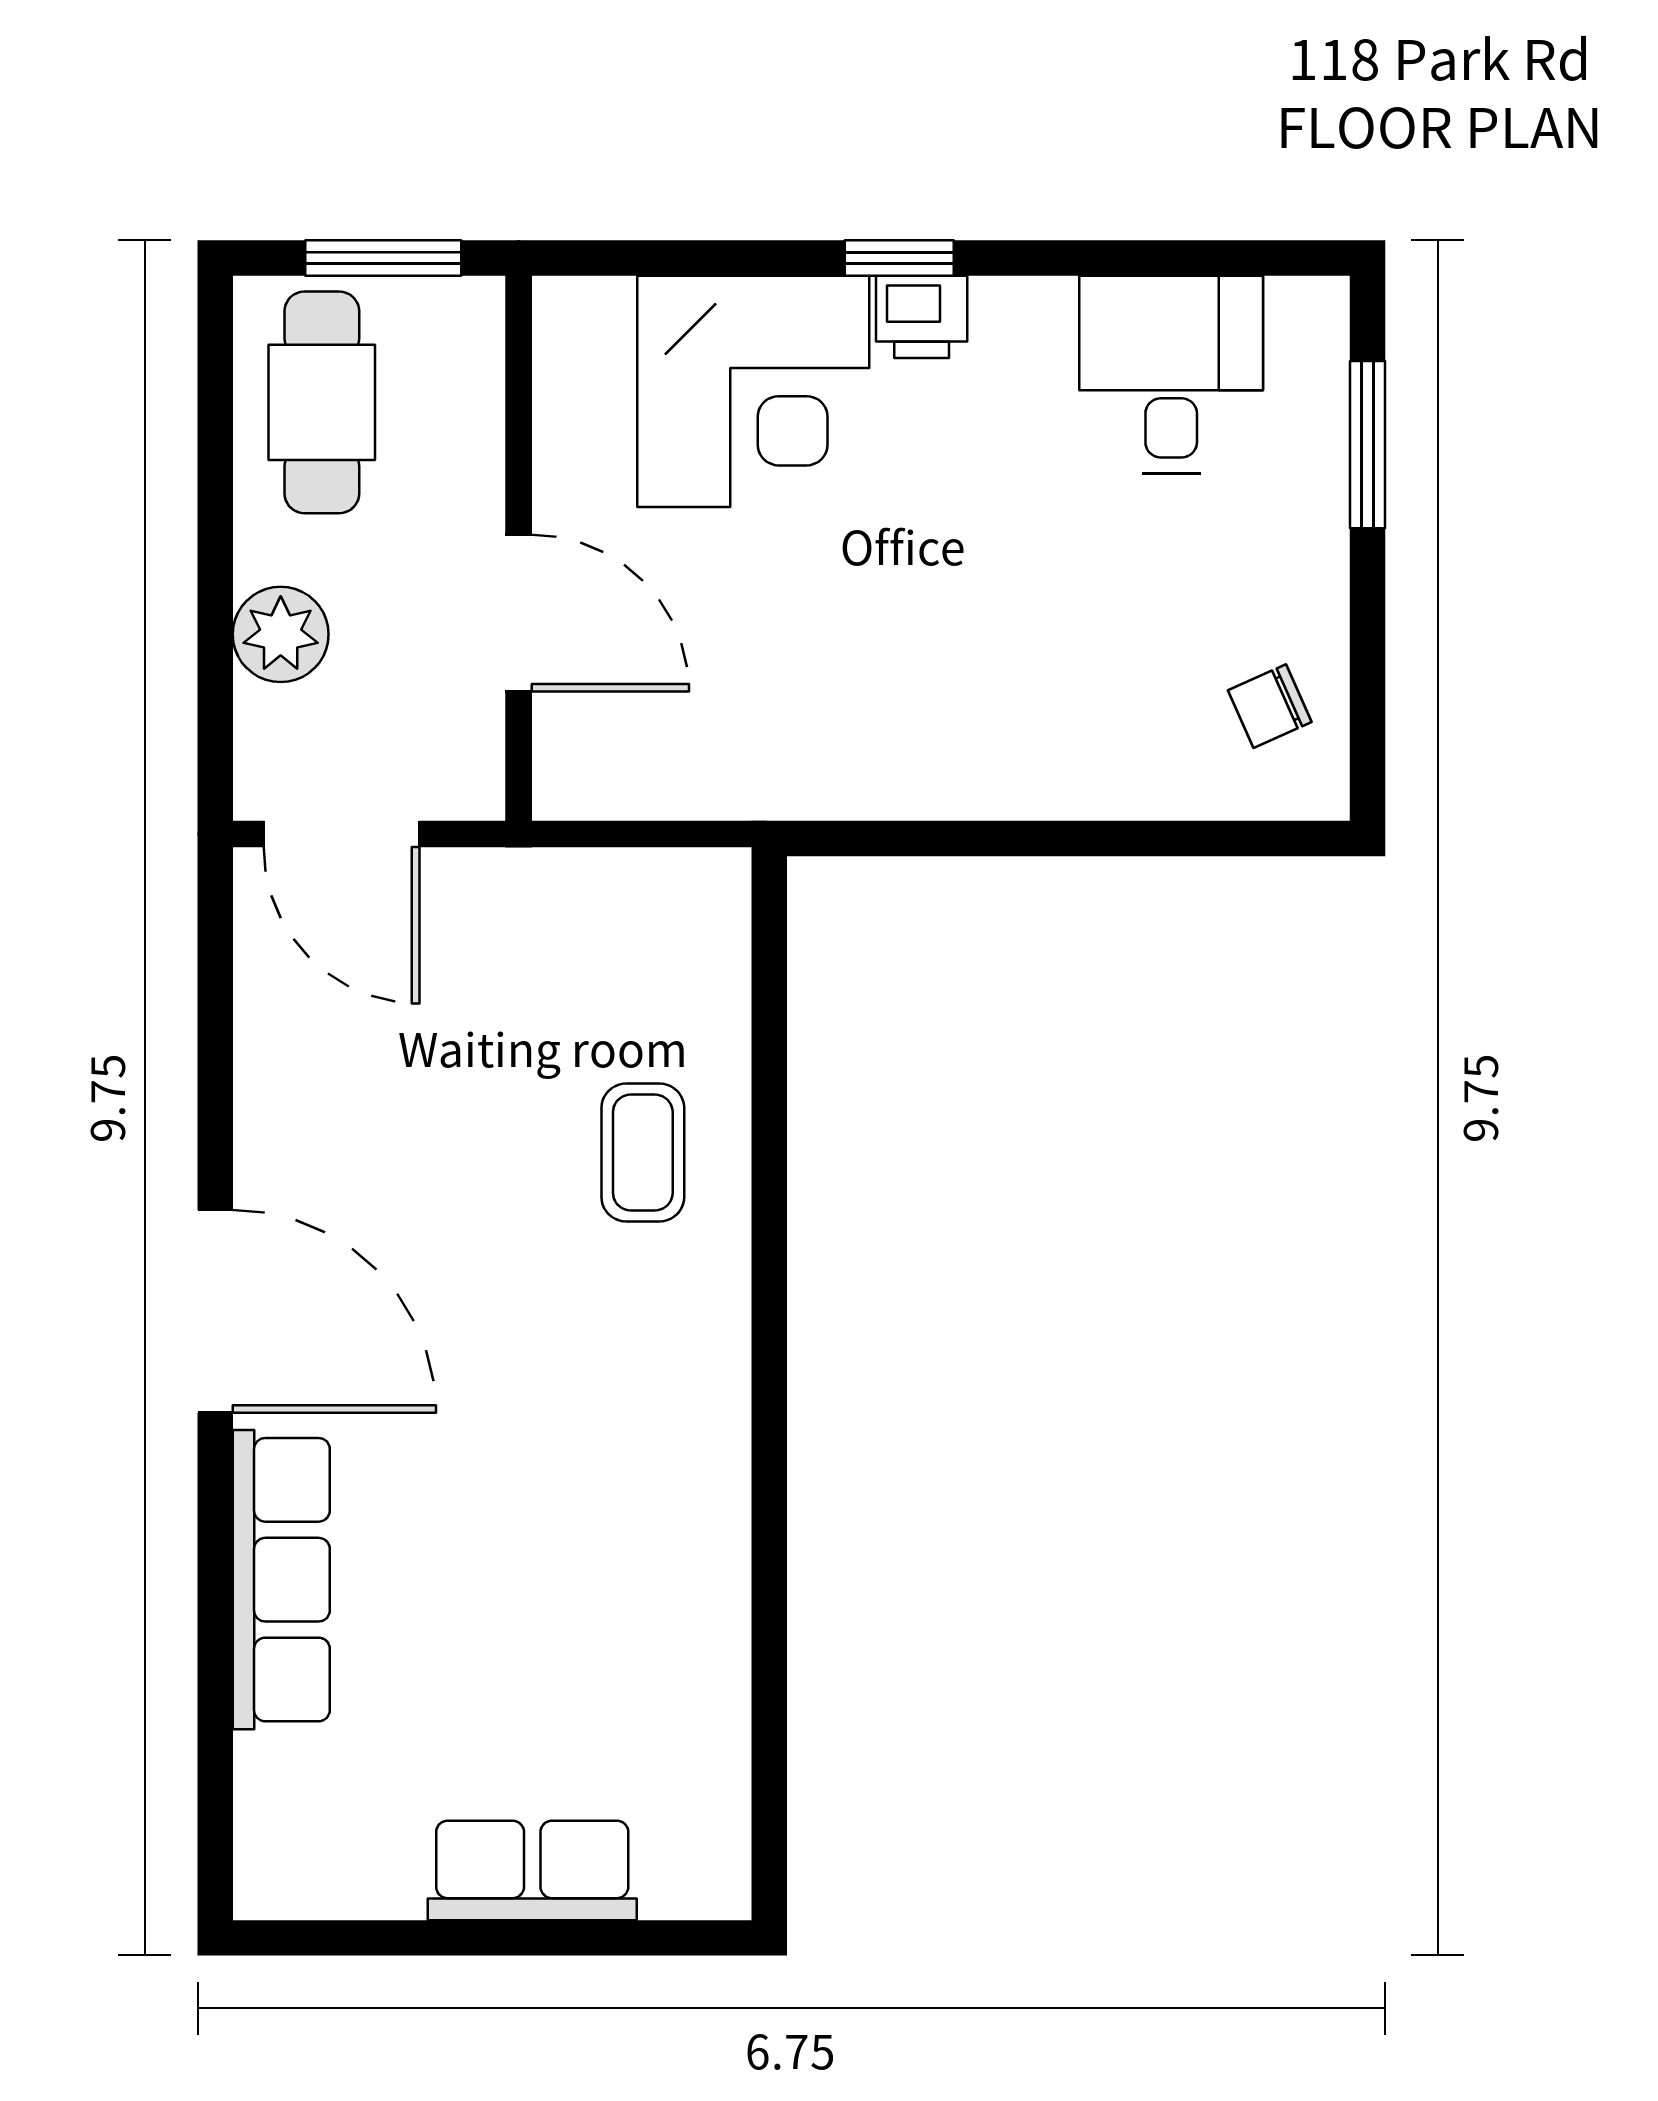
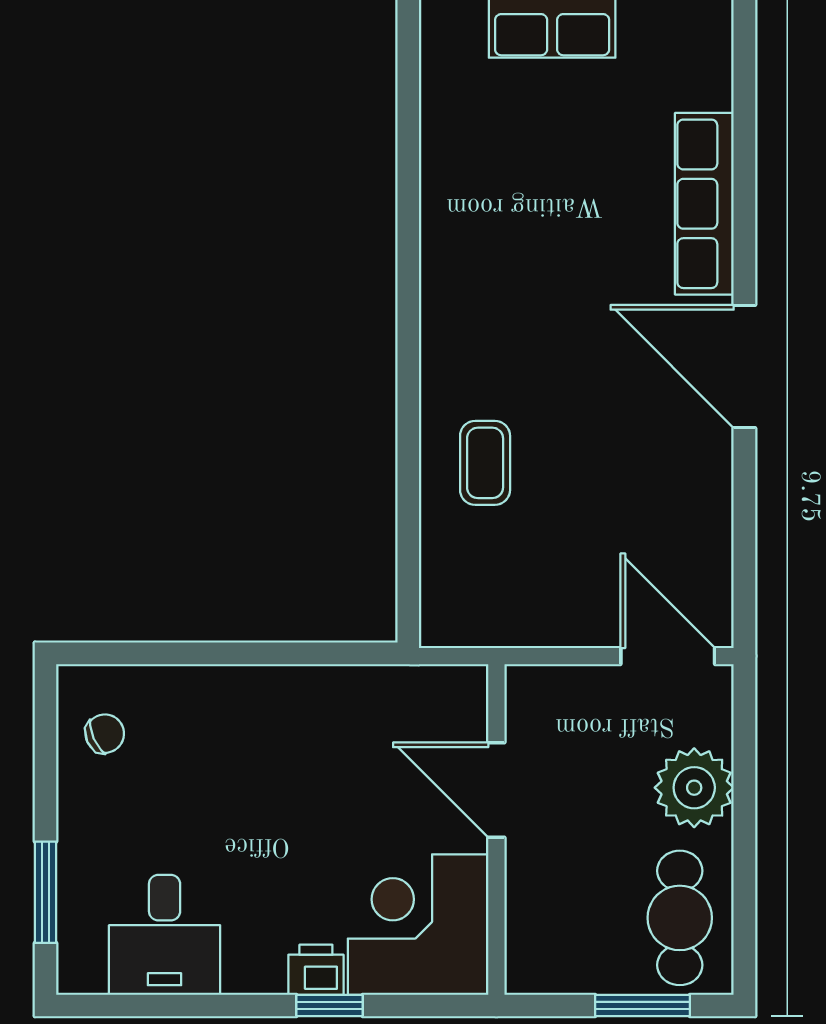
wall: (519, 548) -> (496, 829), moved
door: (519, 613) -> (496, 790), moved
plant: (281, 634) -> (694, 788), width x1.36, depth x1.36

